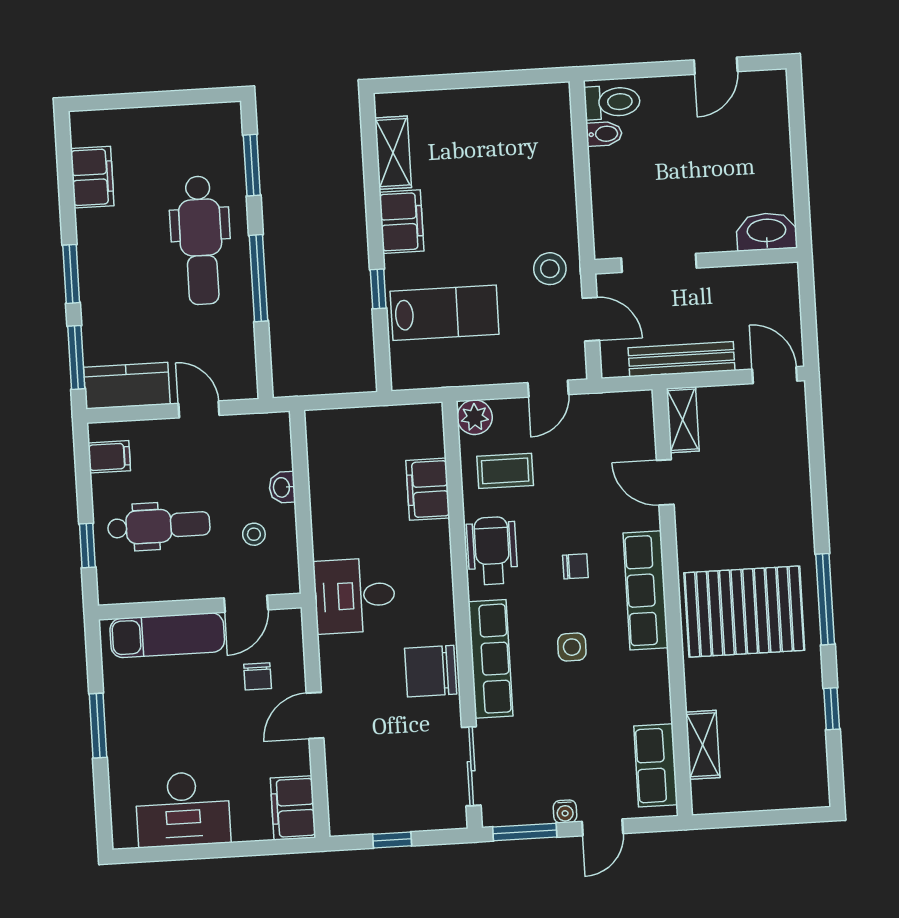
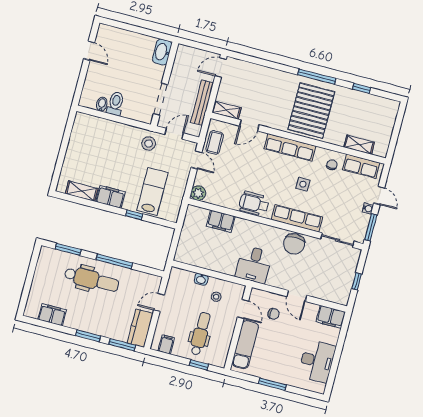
toilet: (612, 102) -> (116, 103), moved
coffee table: (505, 471) -> (215, 142), moved
chair: (575, 566) -> (332, 165), moved

